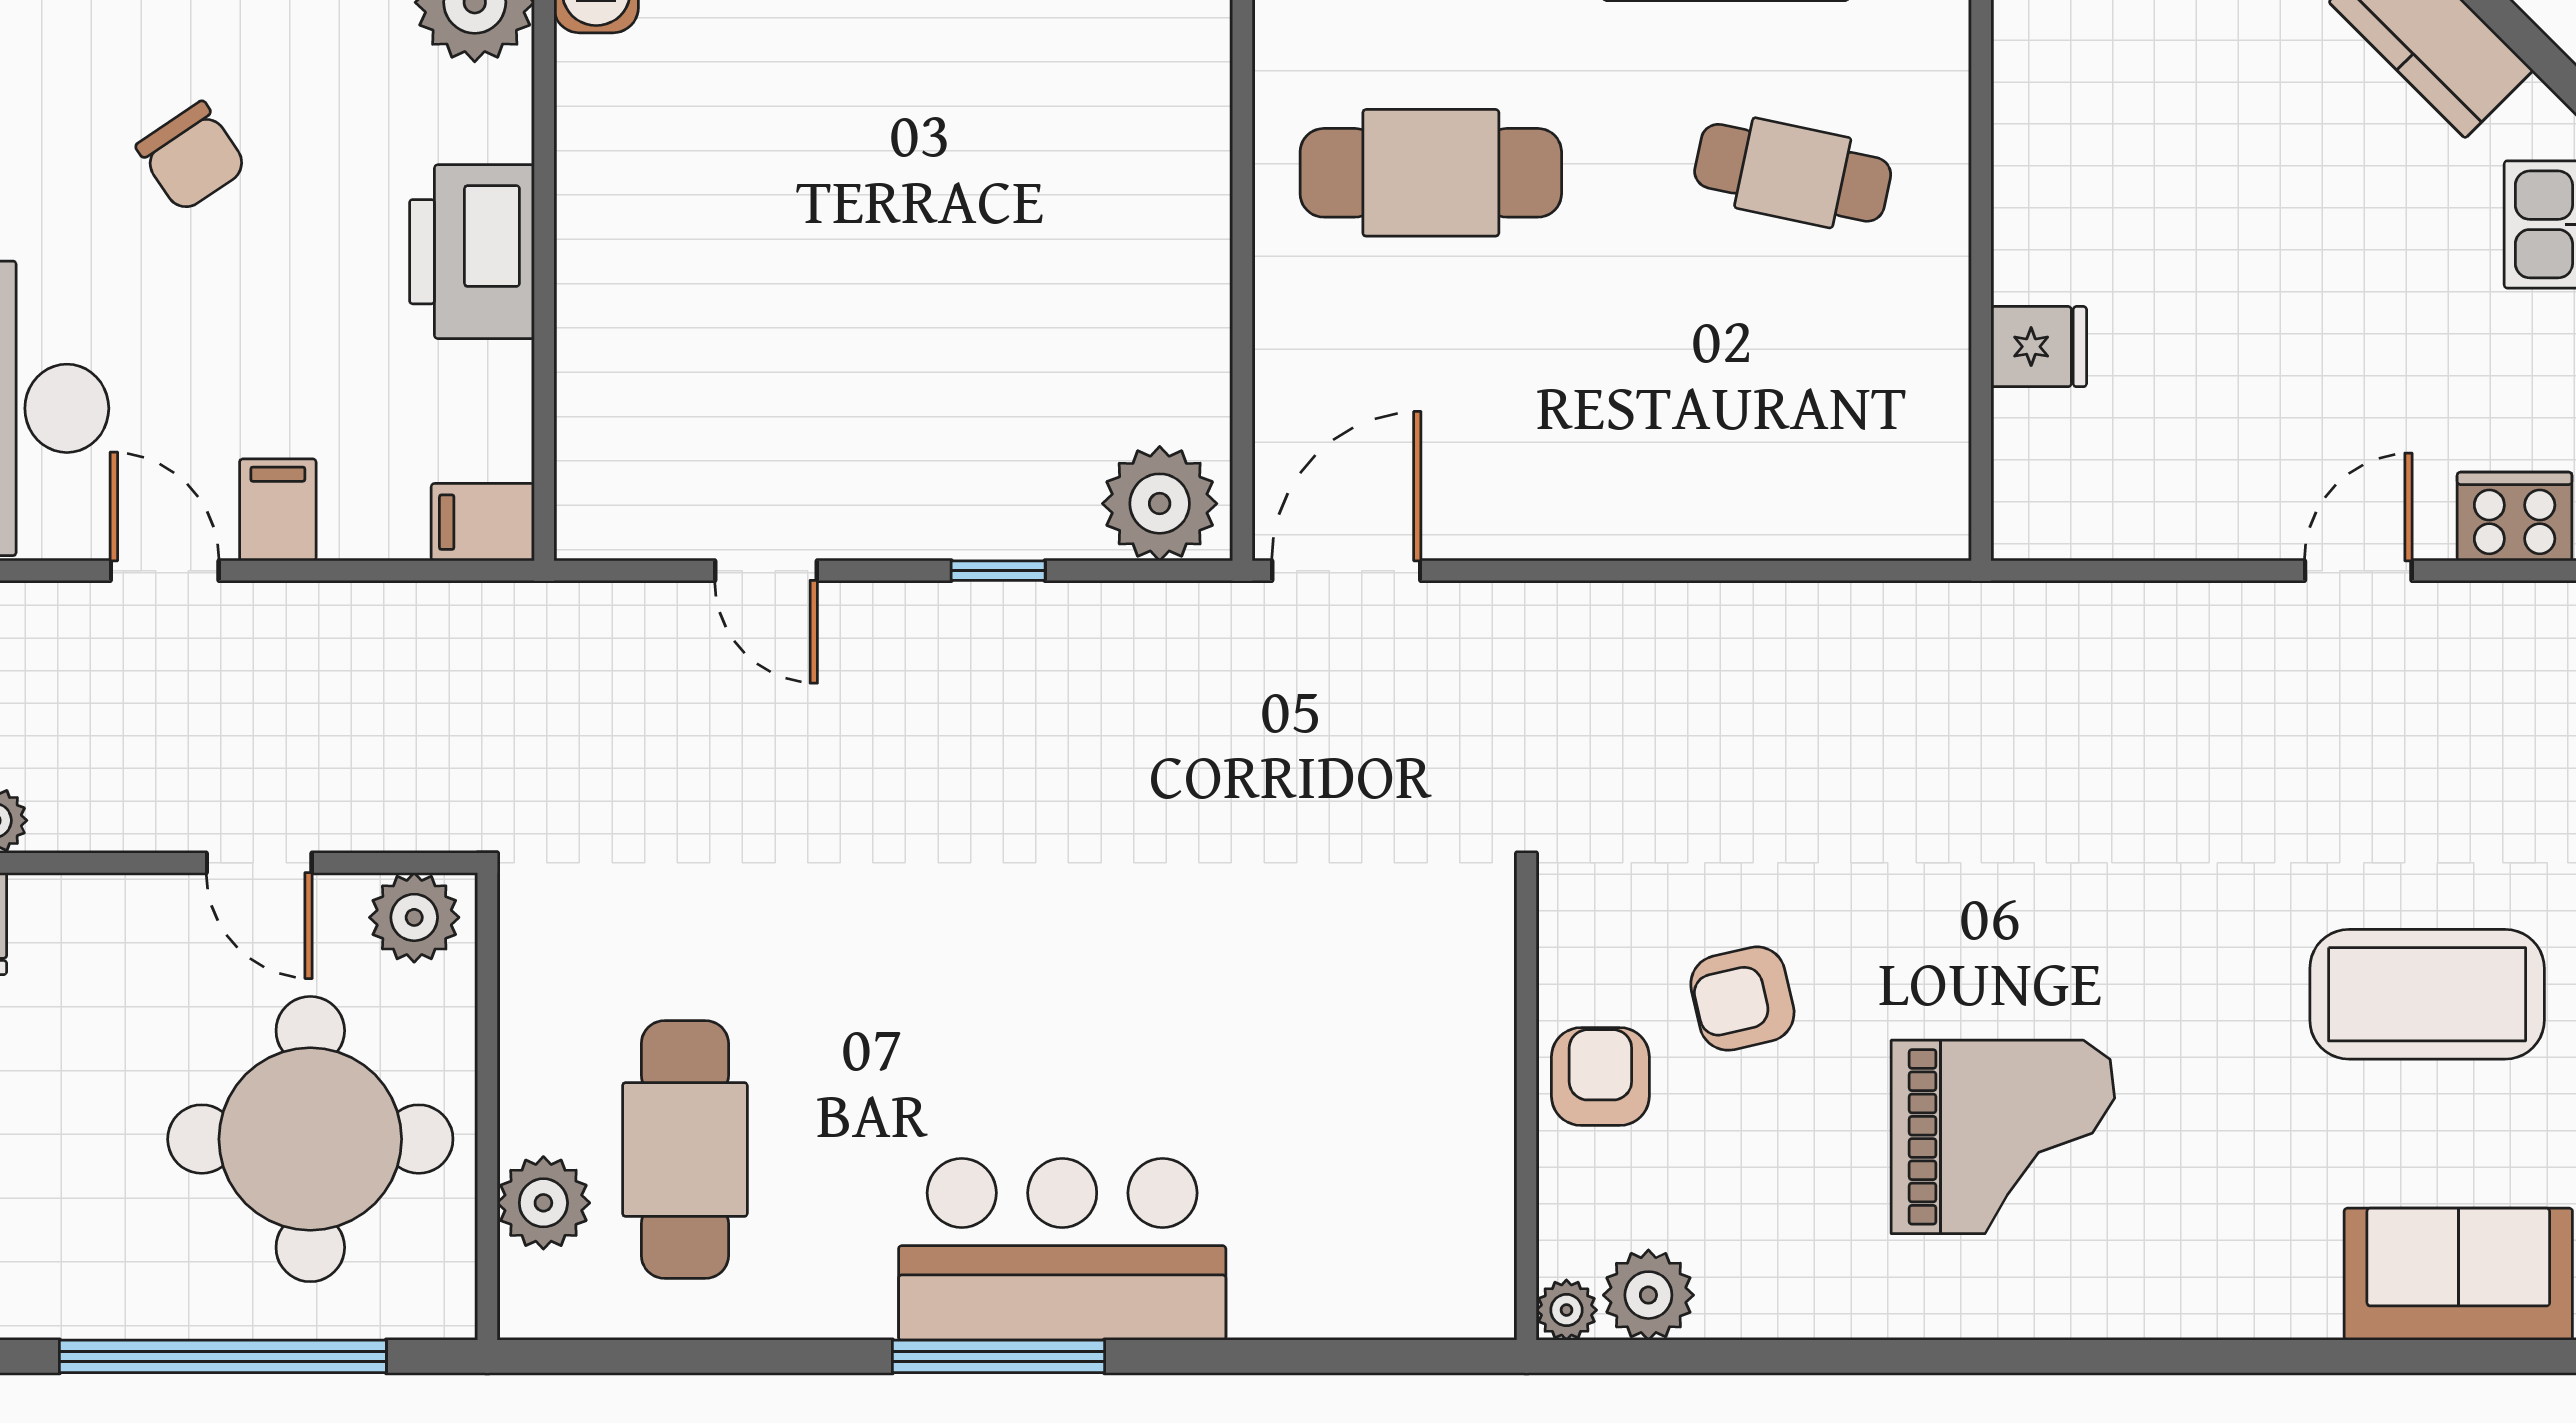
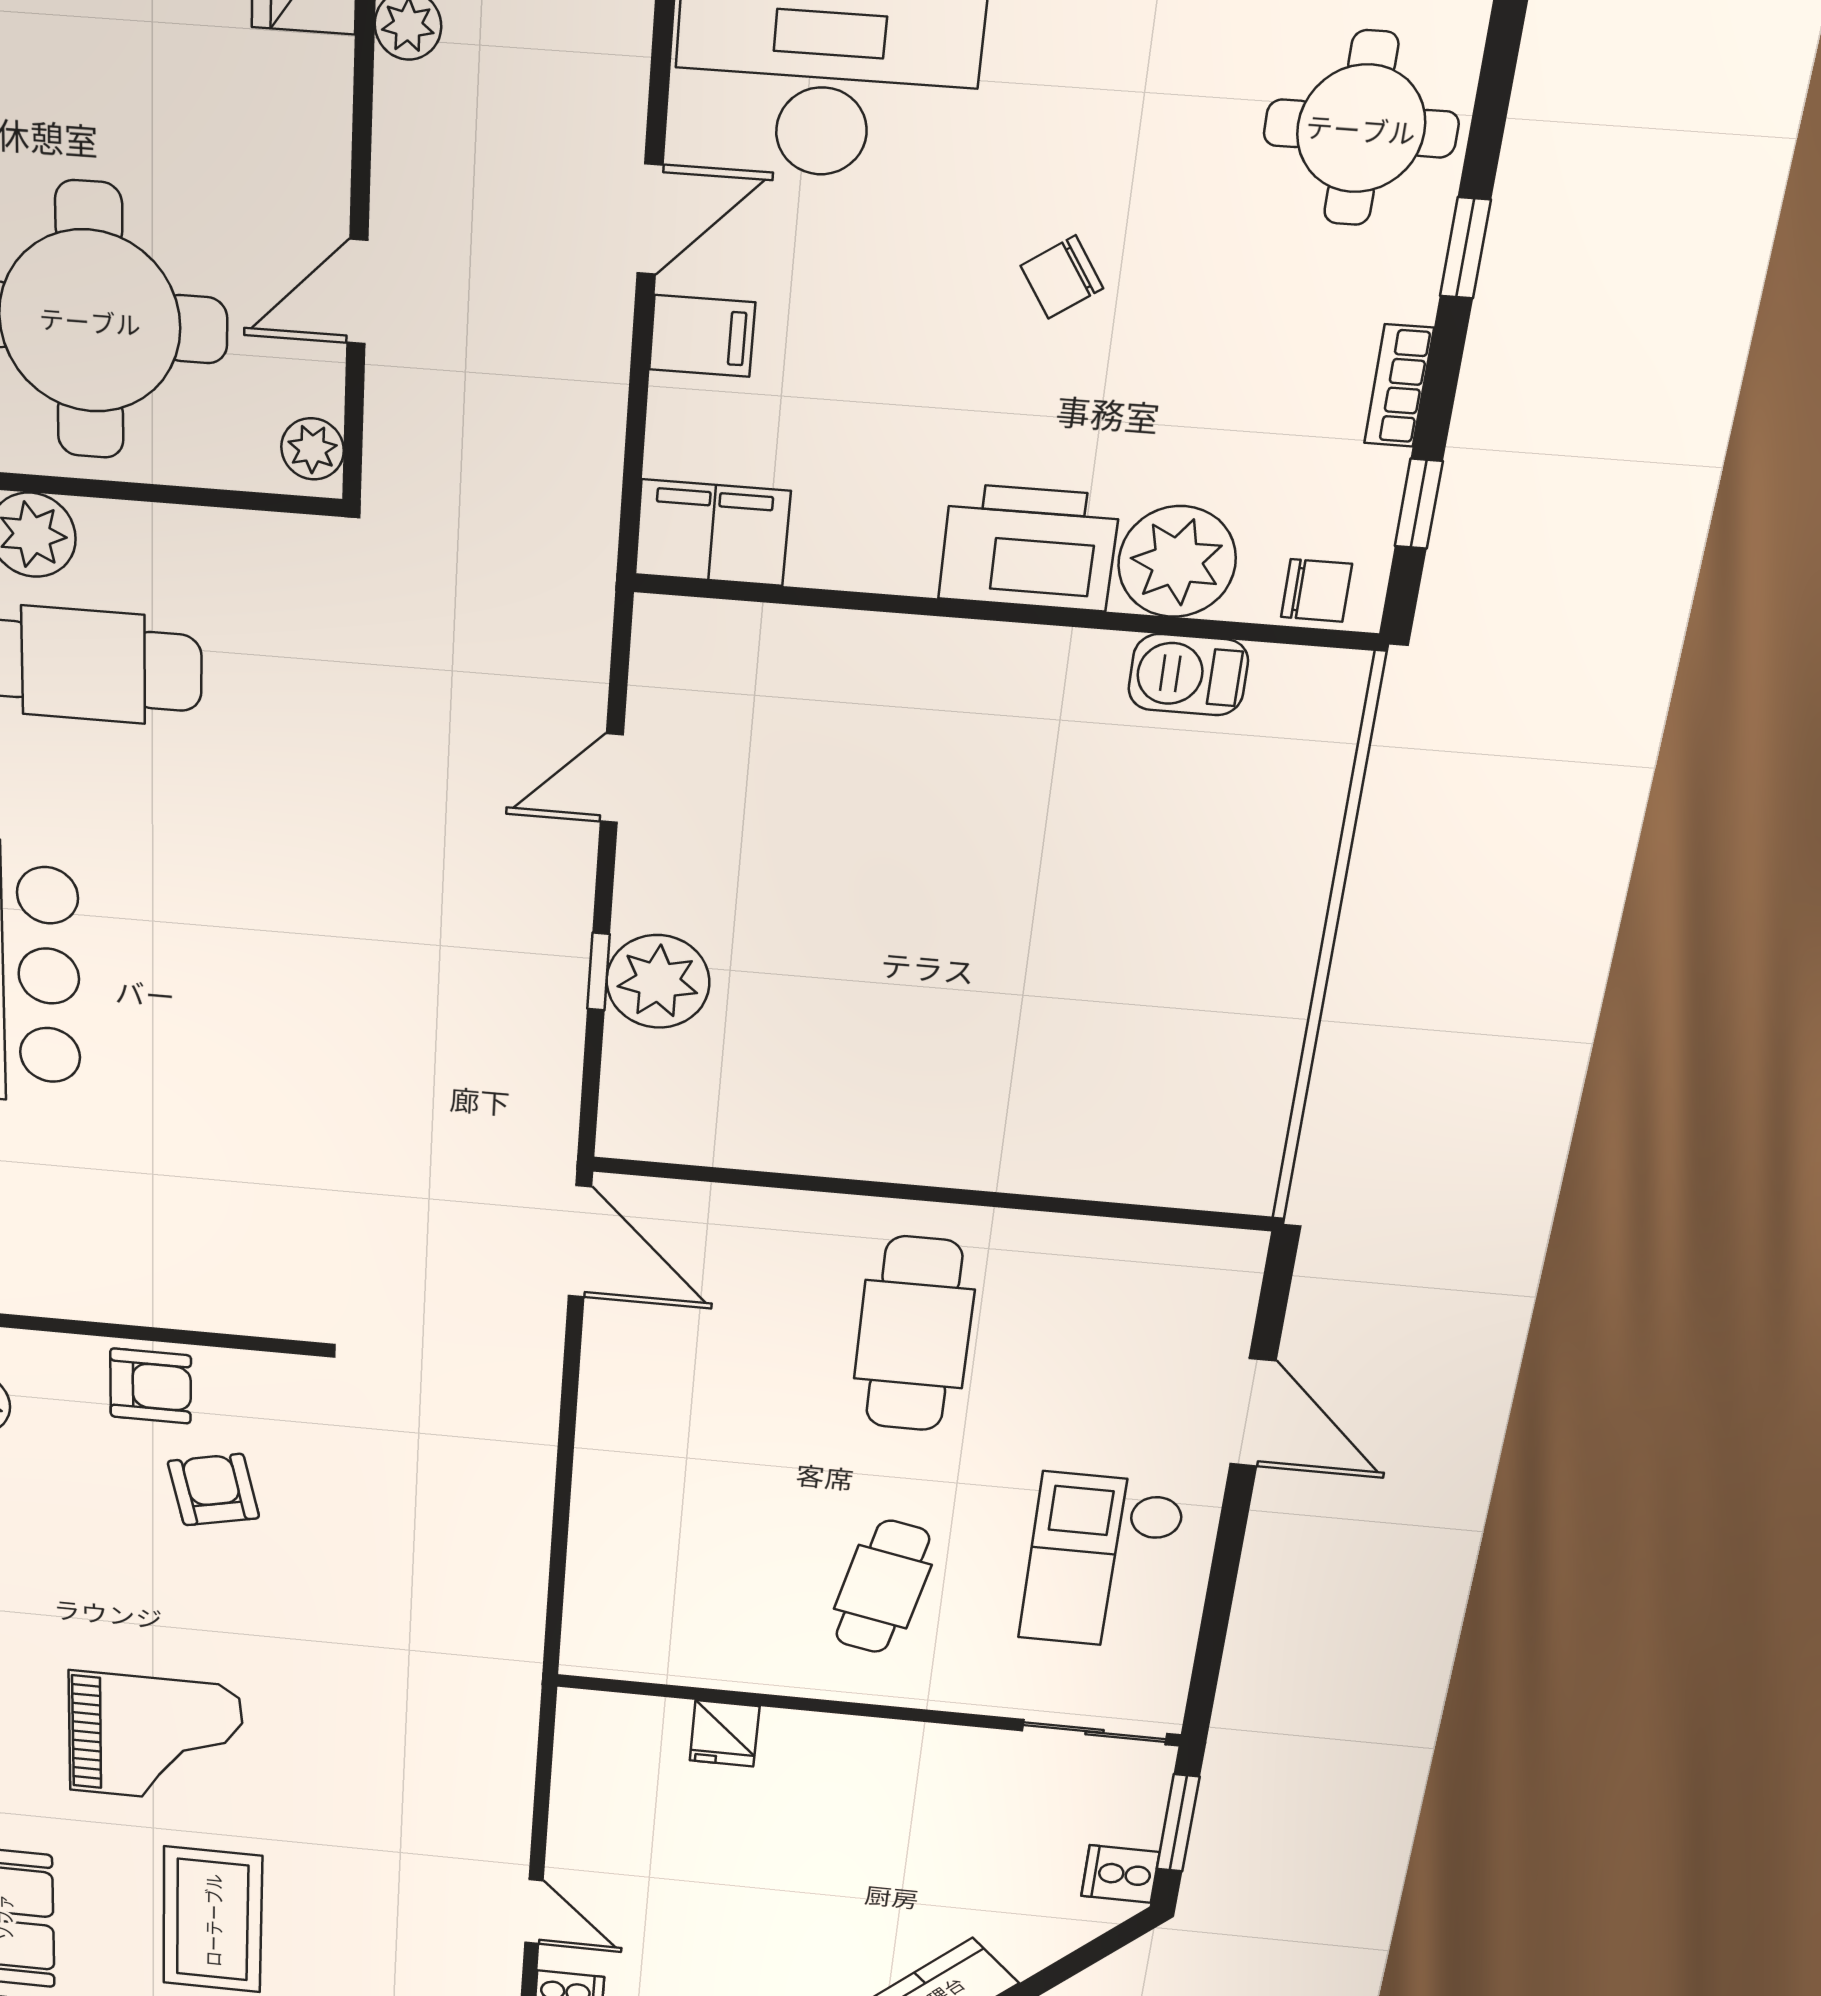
chair: (192, 157) -> (1062, 277), width x0.73, depth x0.73
printer: (472, 252) -> (1029, 547), moved
plant: (1160, 504) -> (658, 981), moved
filing cabinet: (483, 522) -> (712, 533), width x2.00
plant: (414, 917) -> (312, 449), width x0.73, depth x0.73
grand piano: (2003, 1137) -> (156, 1739), moved, turned -90

